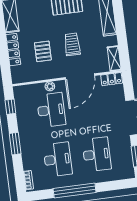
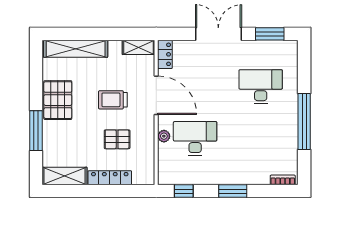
desk: (58, 159) -> (261, 138), removed

